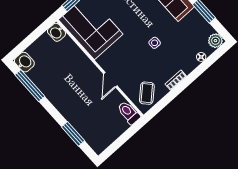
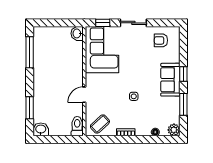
washbasin: (24, 62) -> (41, 129), moved, turned -90

